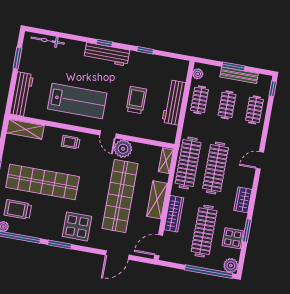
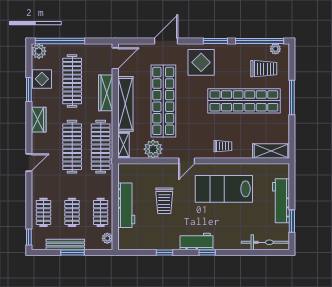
bicycle: (48, 41) -> (265, 242), width x1.37, depth x1.40
workbench: (107, 54) -> (197, 241), width x0.73
workbench: (22, 94) -> (281, 201), moved
door: (108, 134) -> (187, 161), swing flipped
plant: (123, 149) -> (153, 149), moved
shelving: (157, 200) -> (125, 104), width x1.47
door: (117, 255) -> (166, 41), moved

